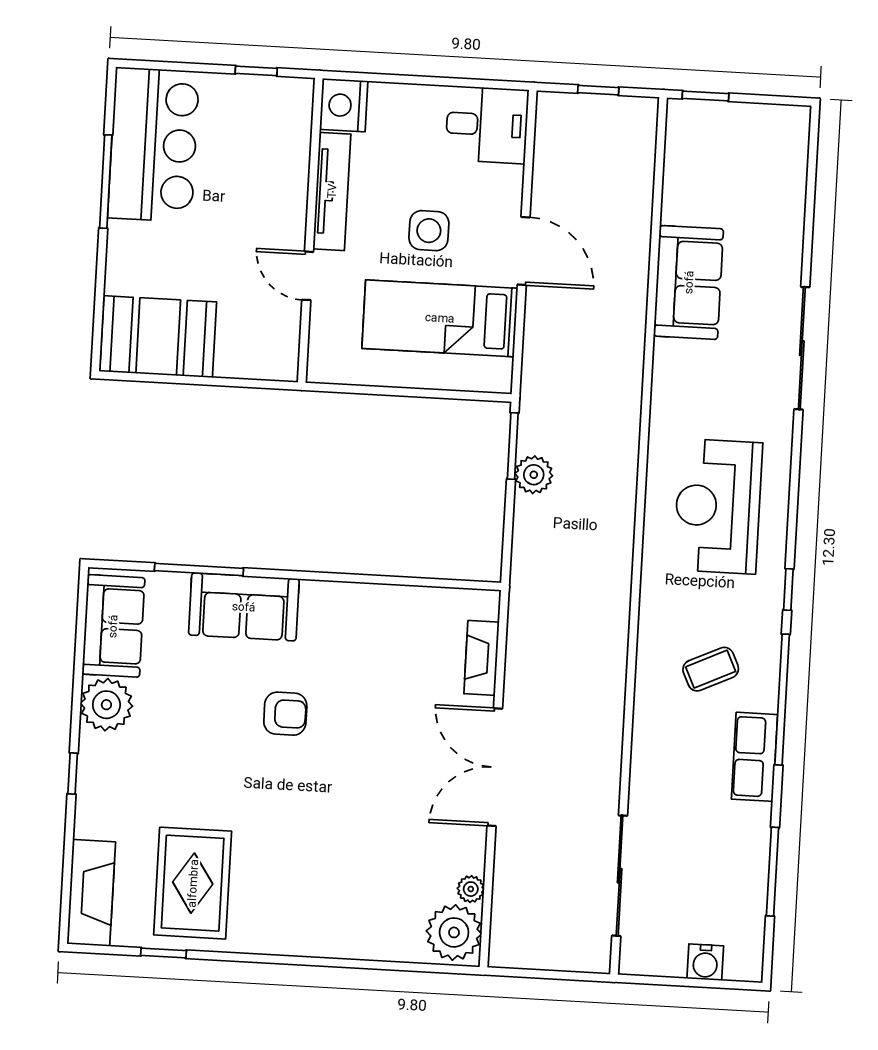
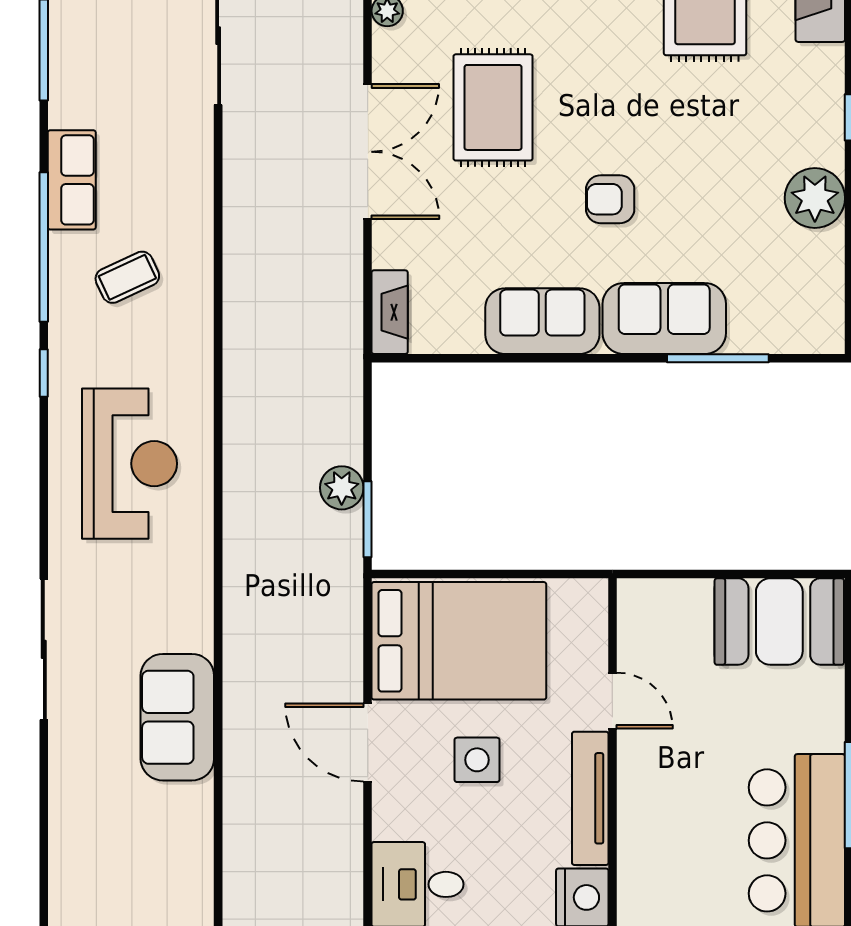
bed: (440, 318) -> (459, 641), width x1.50
sofa: (113, 626) -> (542, 321), moved, turned 90
fireplace: (482, 658) -> (390, 312), moved
rug: (383, 800) -> (493, 107), added

